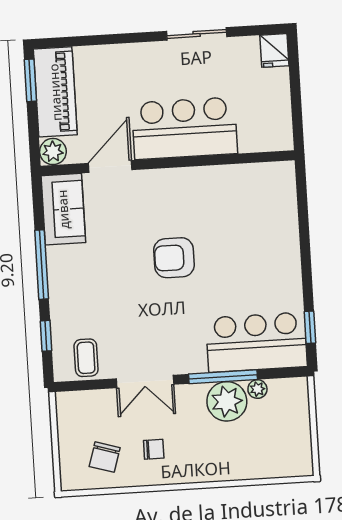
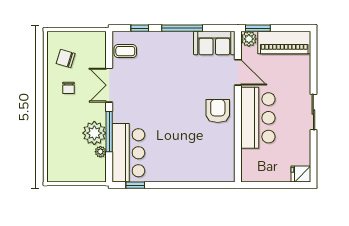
sliding door: (197, 34) -> (313, 112), moved
window: (30, 80) -> (258, 28), moved
armchair: (174, 258) -> (218, 111), moved

